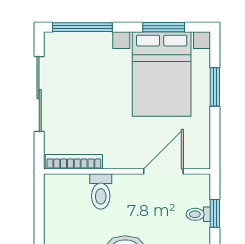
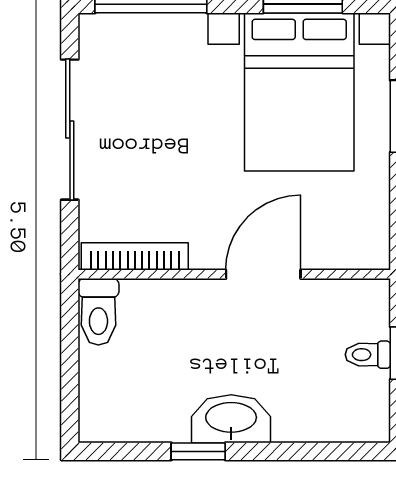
door: (163, 171) -> (263, 274), moved
toilet: (101, 191) -> (98, 312), moved

